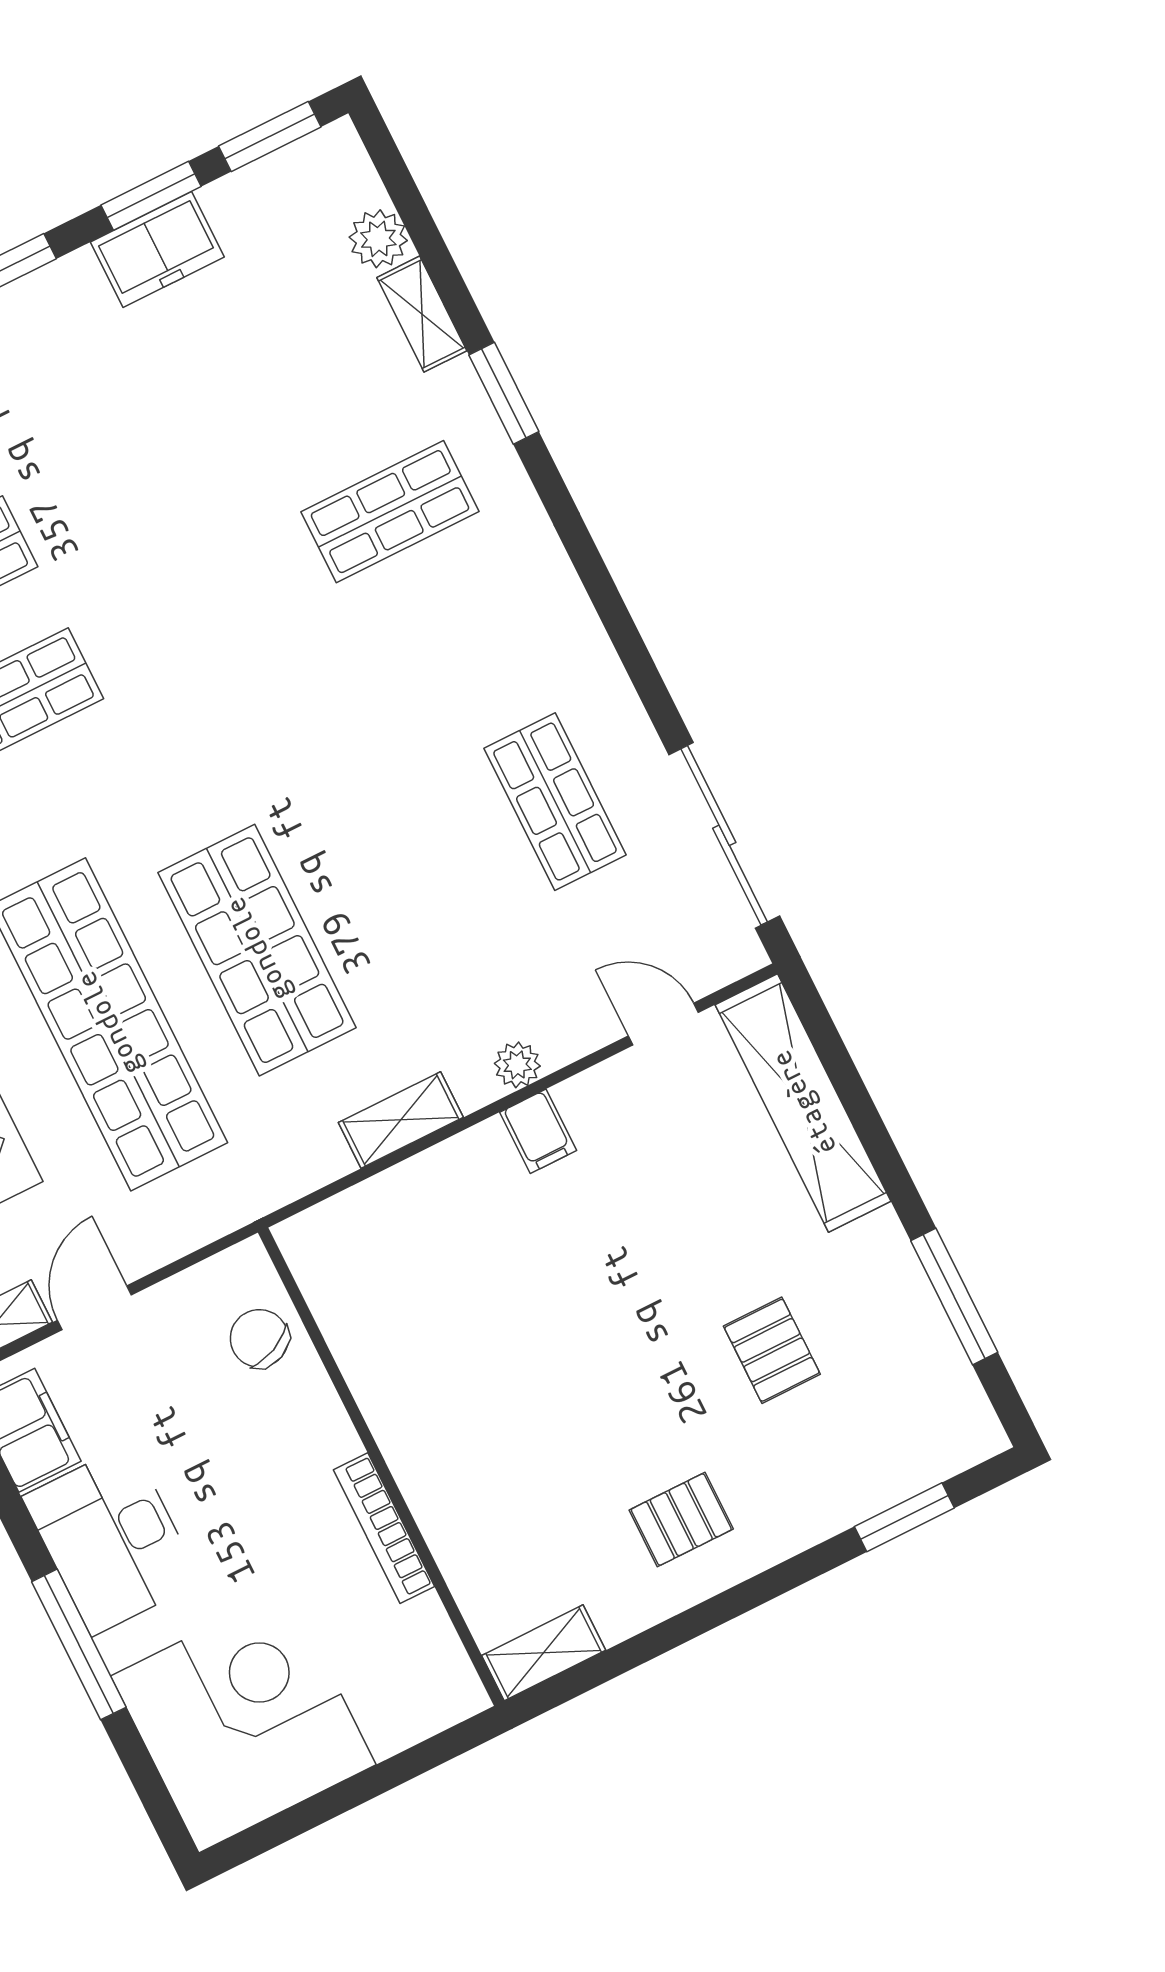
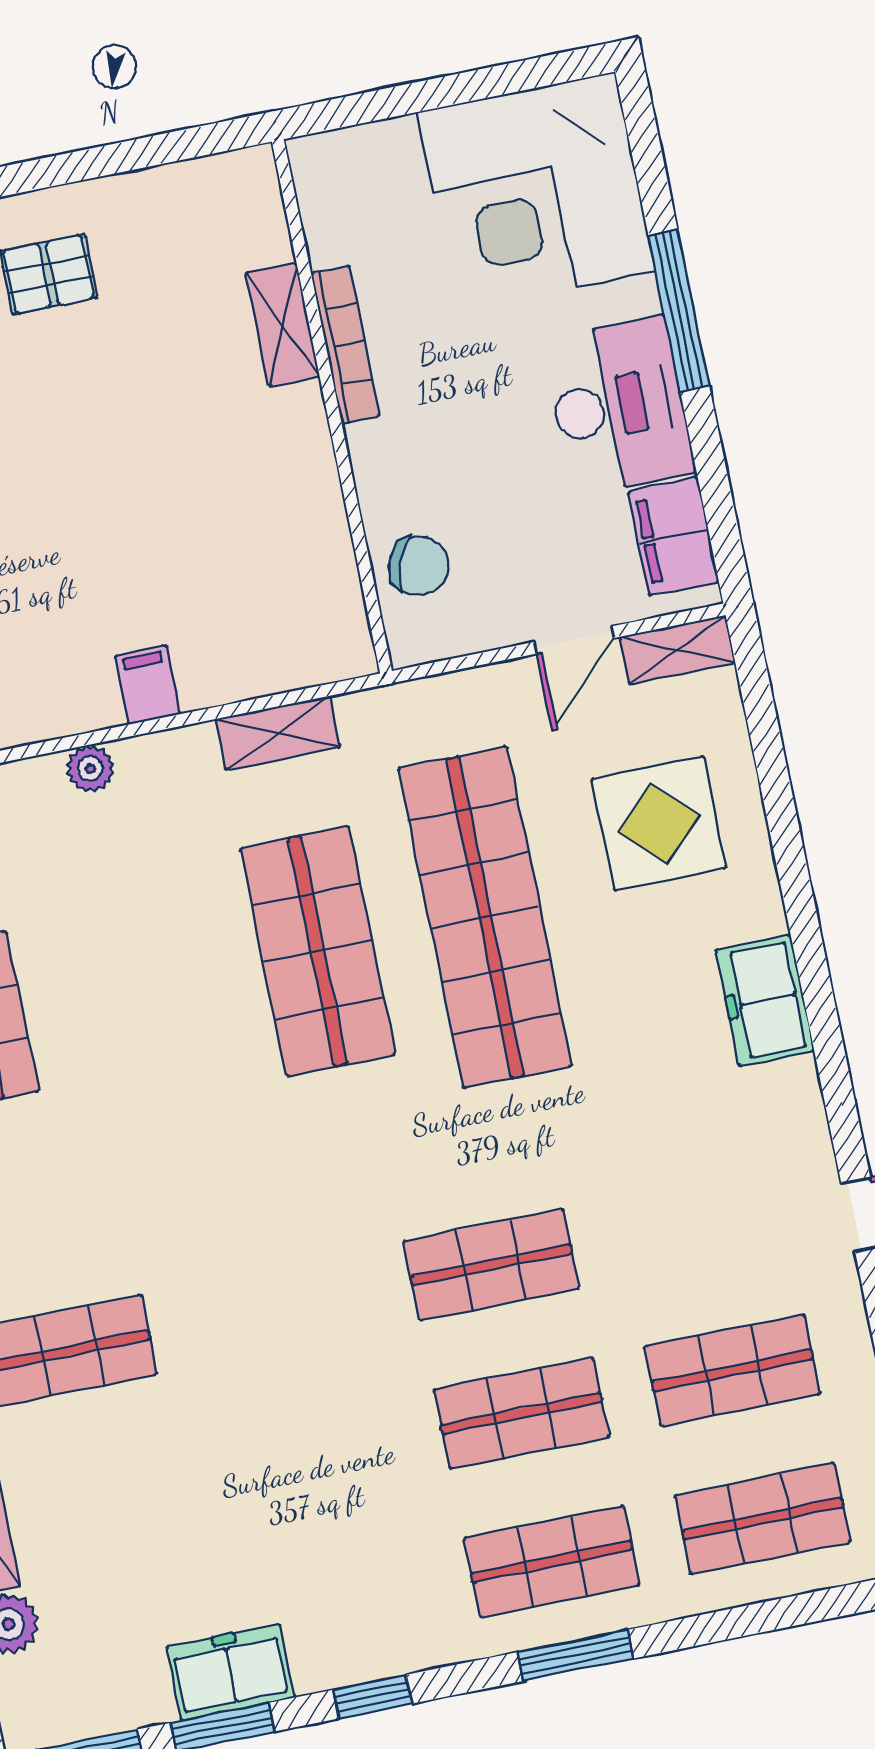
shelving: (401, 1120) -> (278, 733), moved
filing cabinet: (538, 1131) -> (148, 685), moved
chair: (259, 1338) -> (419, 566), turned -46
shelving: (544, 1653) -> (283, 325), moved, turned 90

